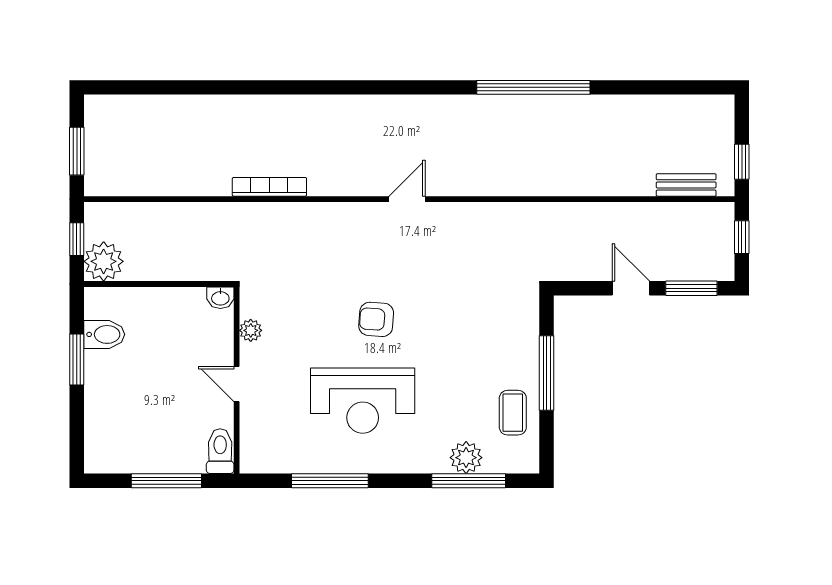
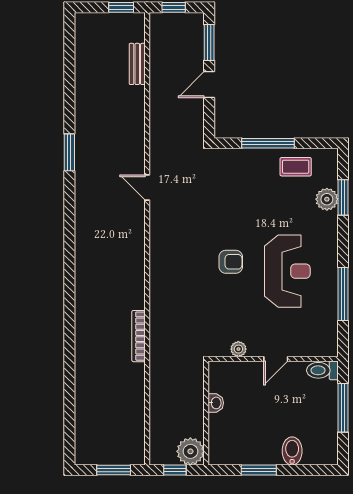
window: (533, 87) -> (69, 152), width x0.47
bench: (686, 185) -> (137, 64), moved
door: (407, 199) -> (147, 188), moved
washbasin: (220, 298) -> (216, 403), moved
armchair: (376, 319) -> (231, 262), turned -94
bidet: (104, 334) -> (292, 451), moved
window: (469, 481) -> (343, 197), width x0.69

